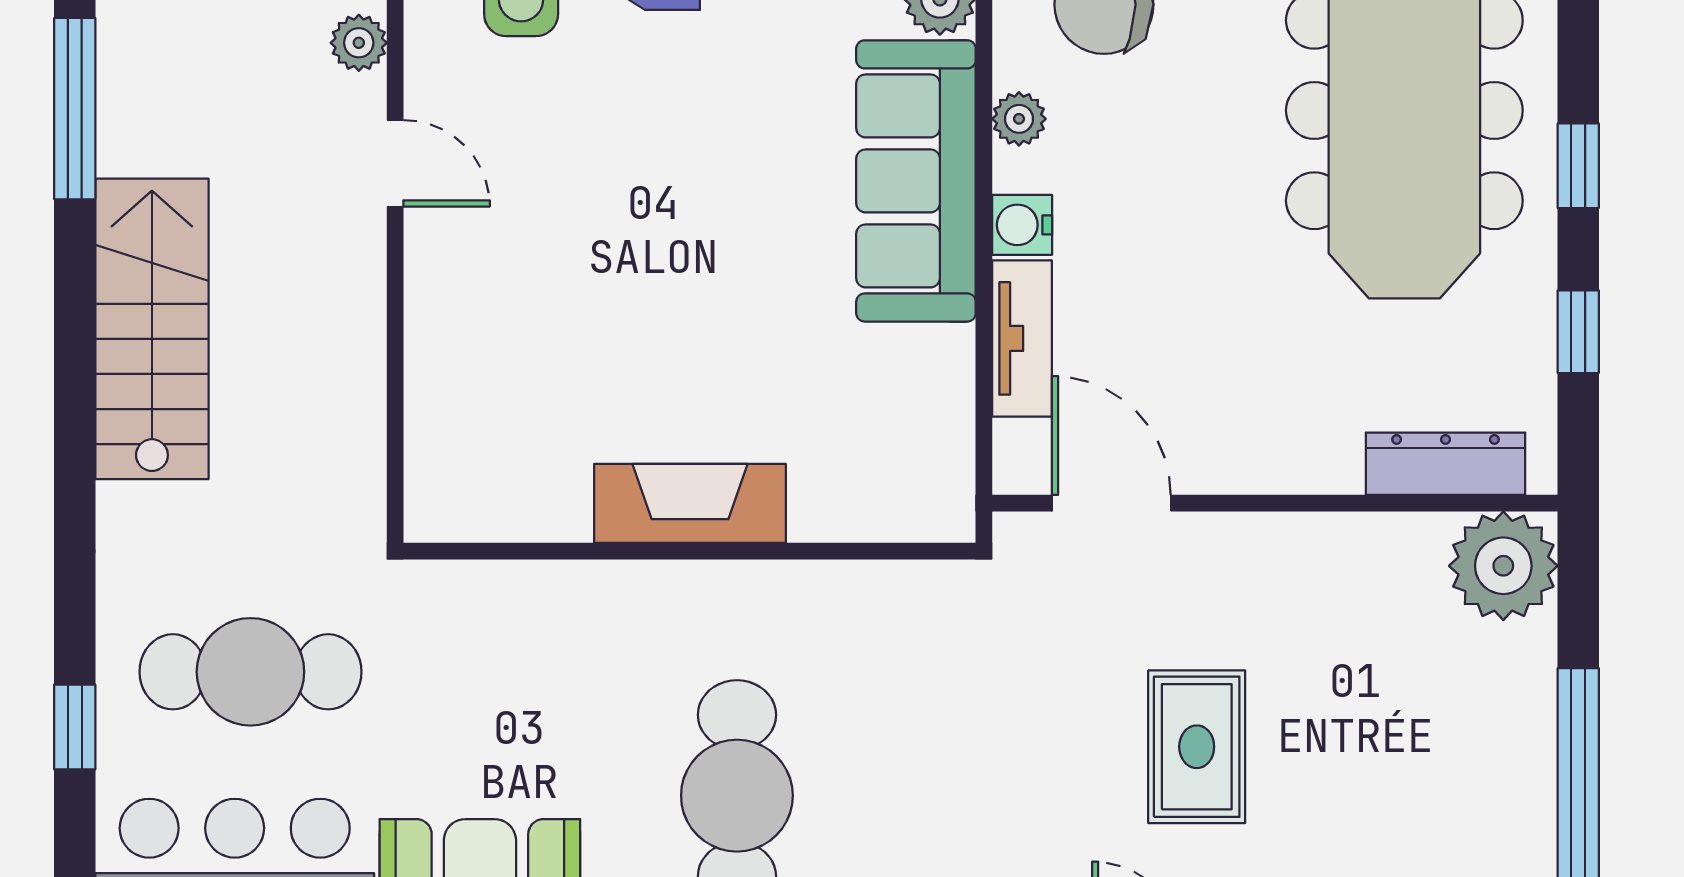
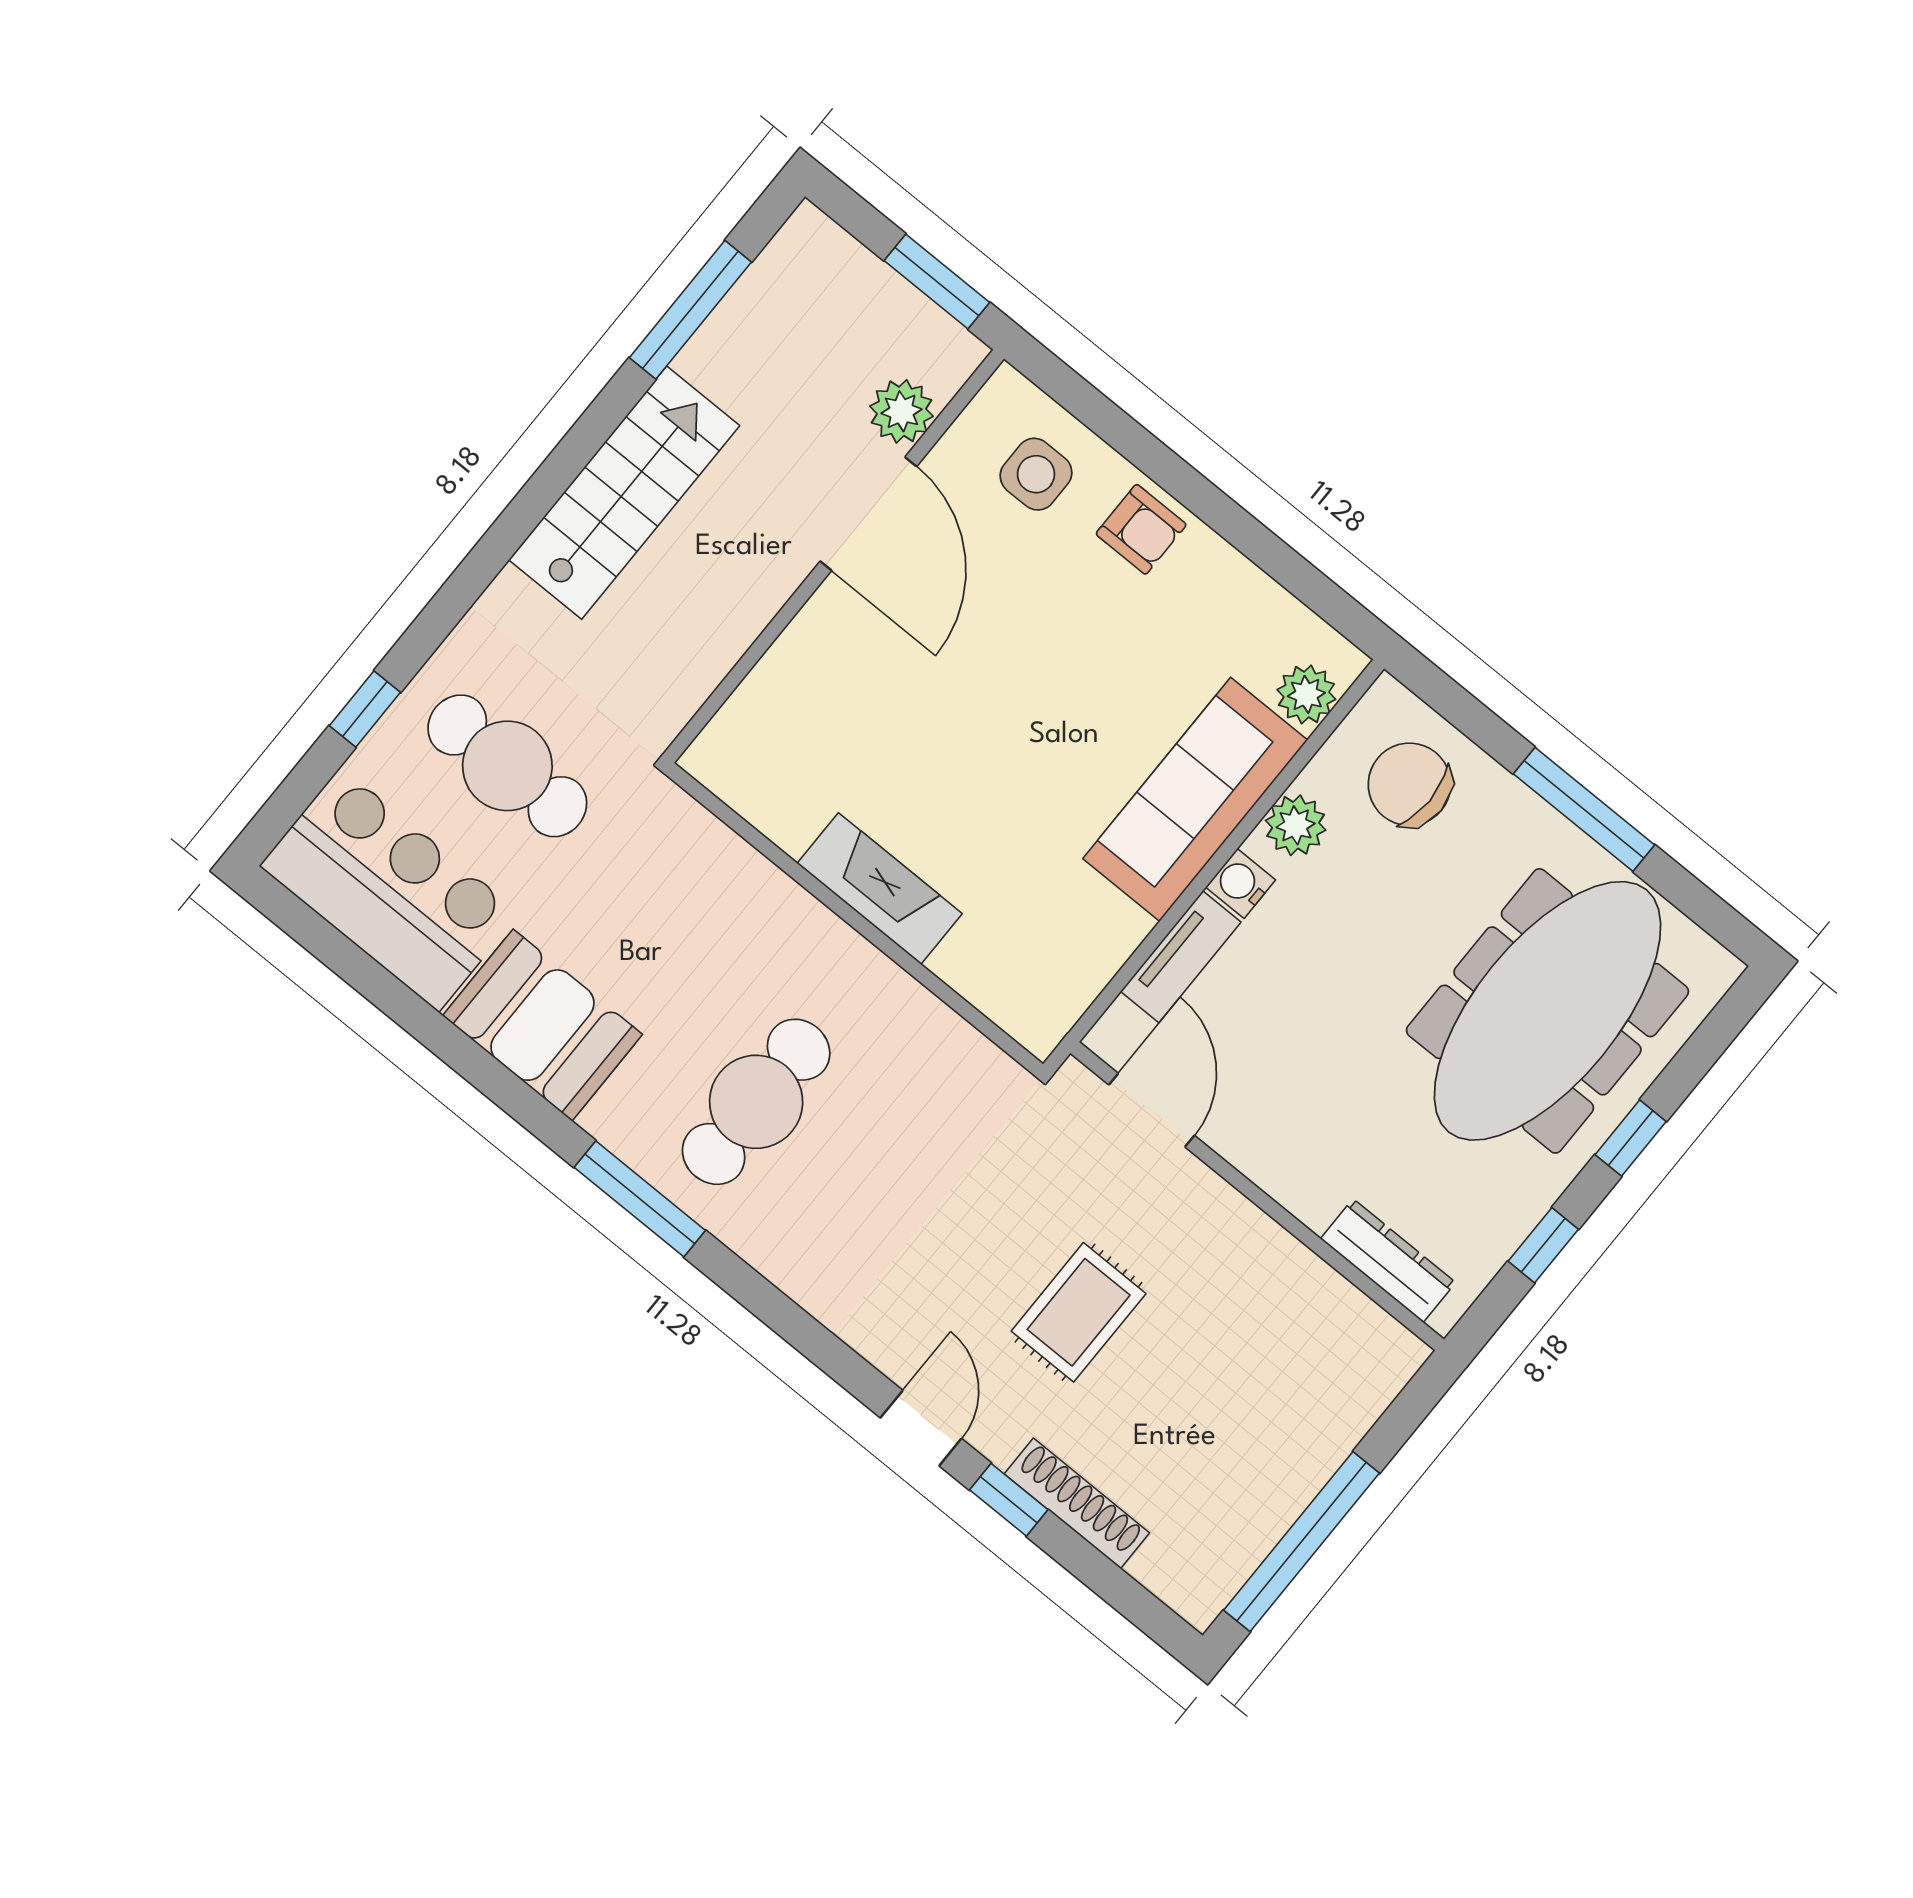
plant: (359, 43) -> (901, 411), width x1.38, depth x1.38
plant: (1019, 119) -> (1296, 825), width x1.38, depth x1.38
door: (395, 163) -> (868, 514), width x1.88
plant: (1503, 566) -> (1372, 1357), removed

